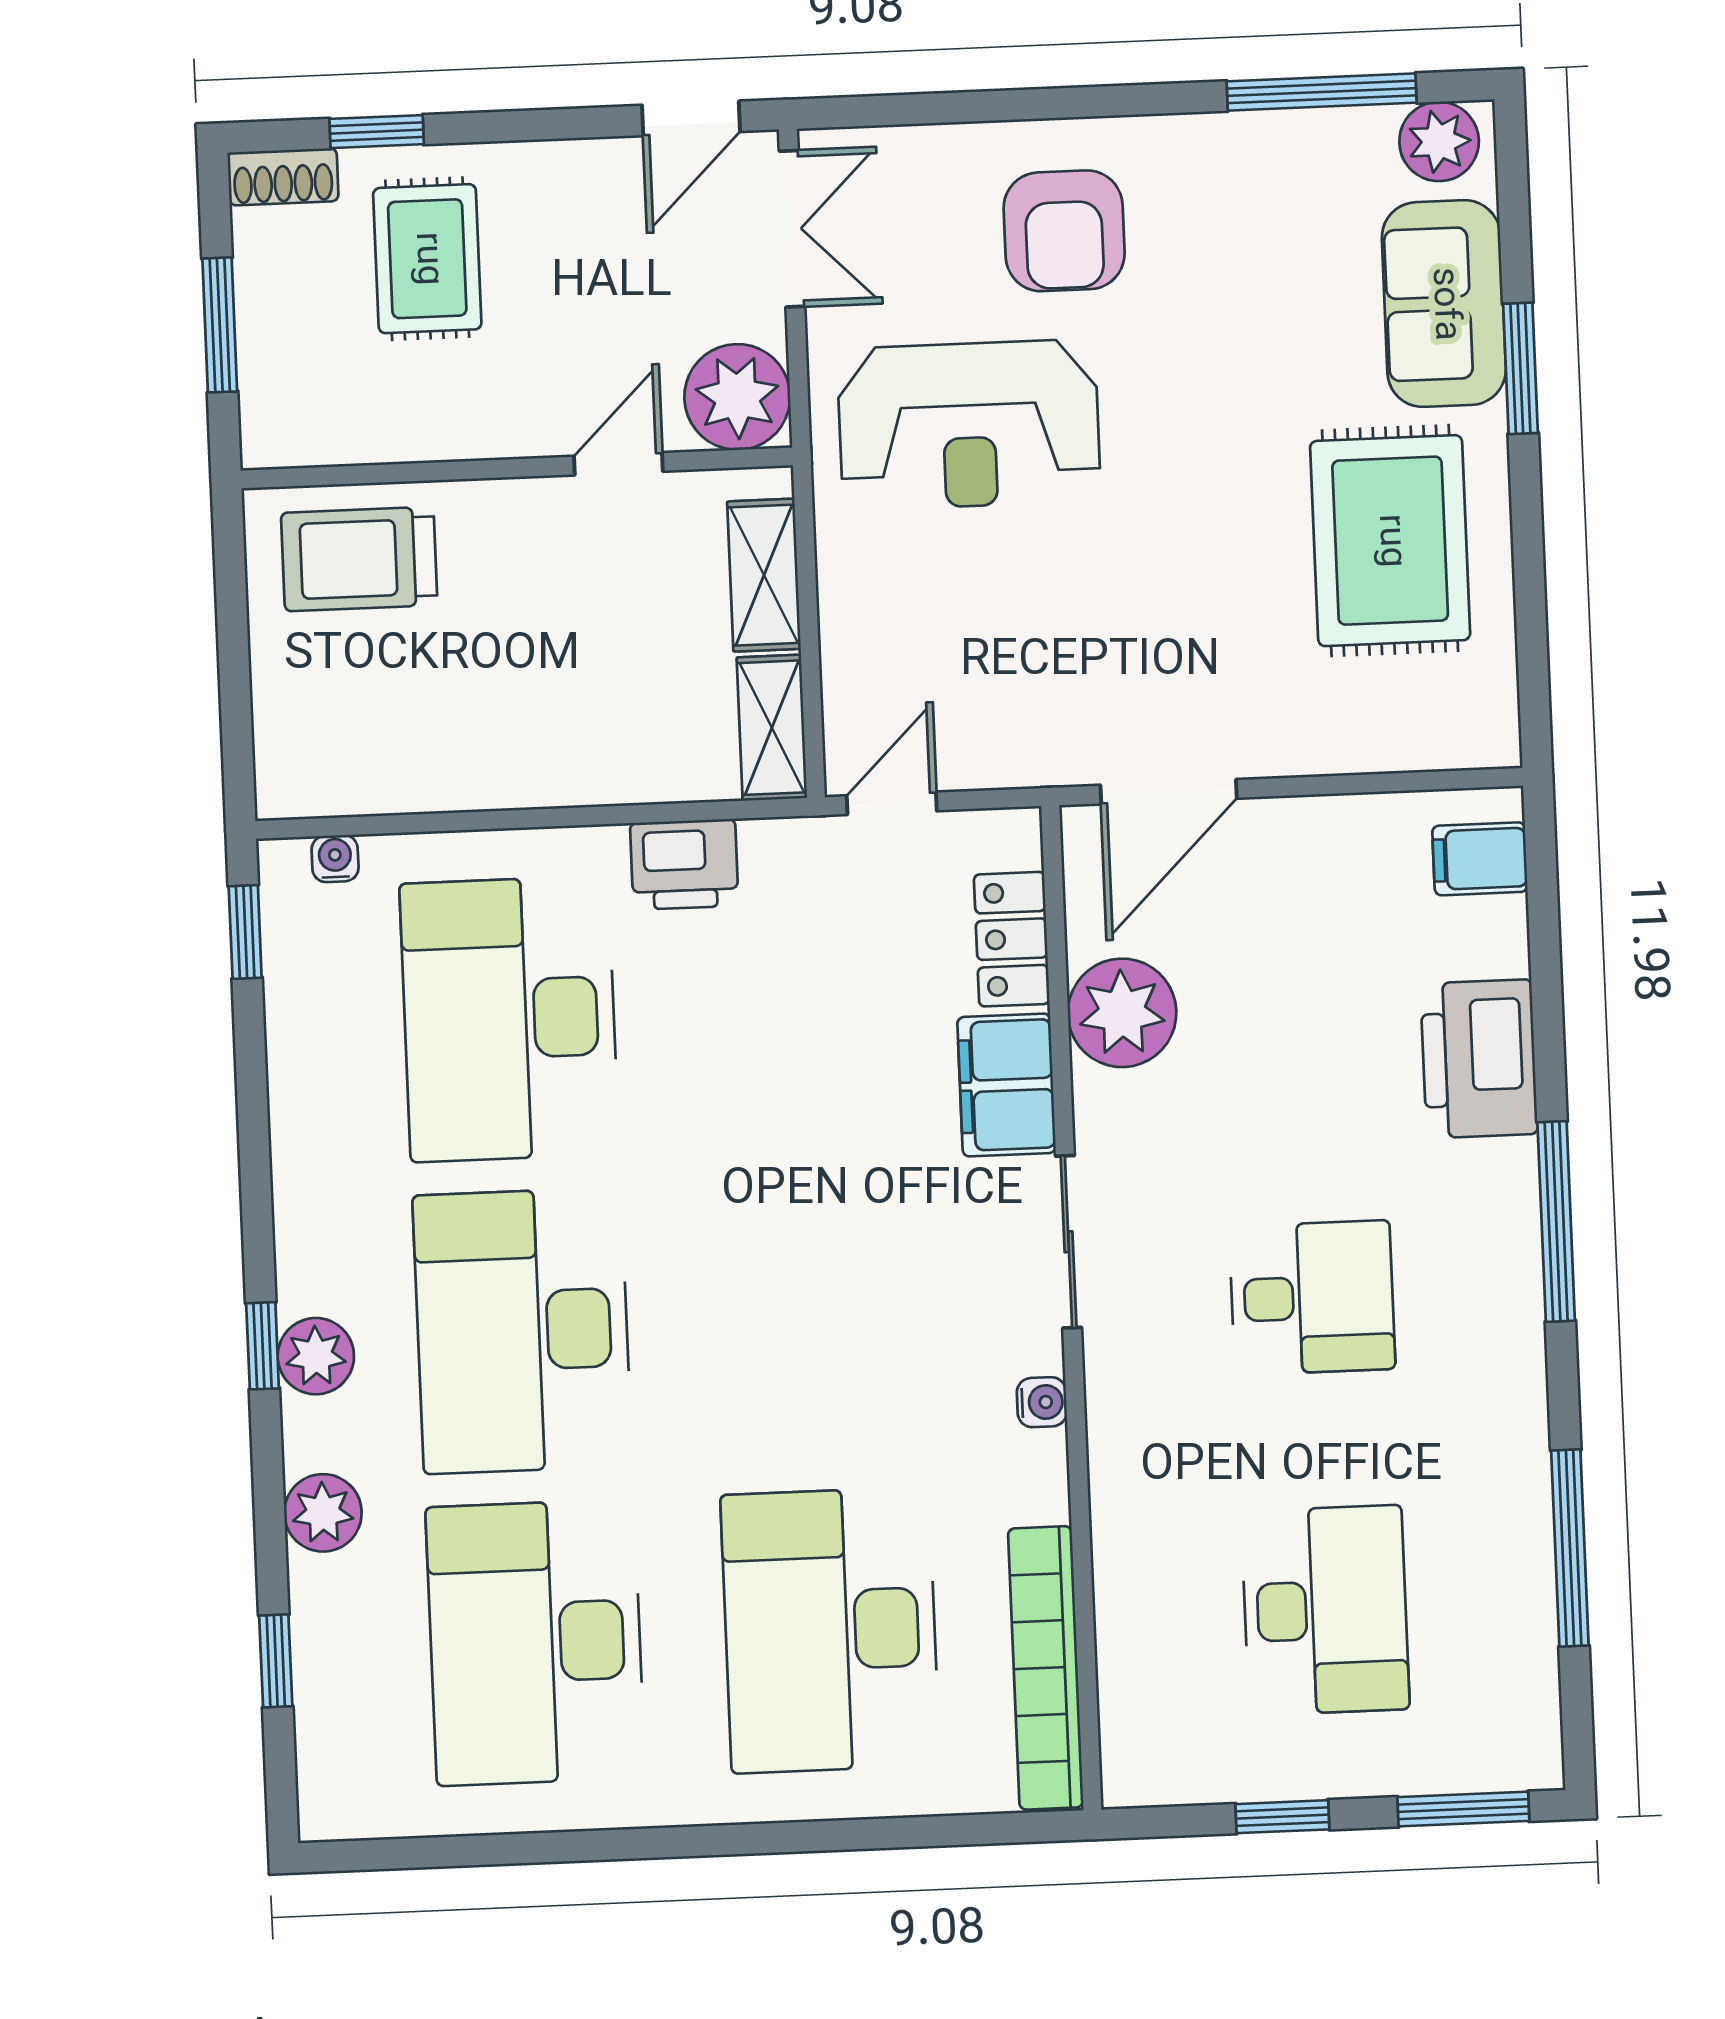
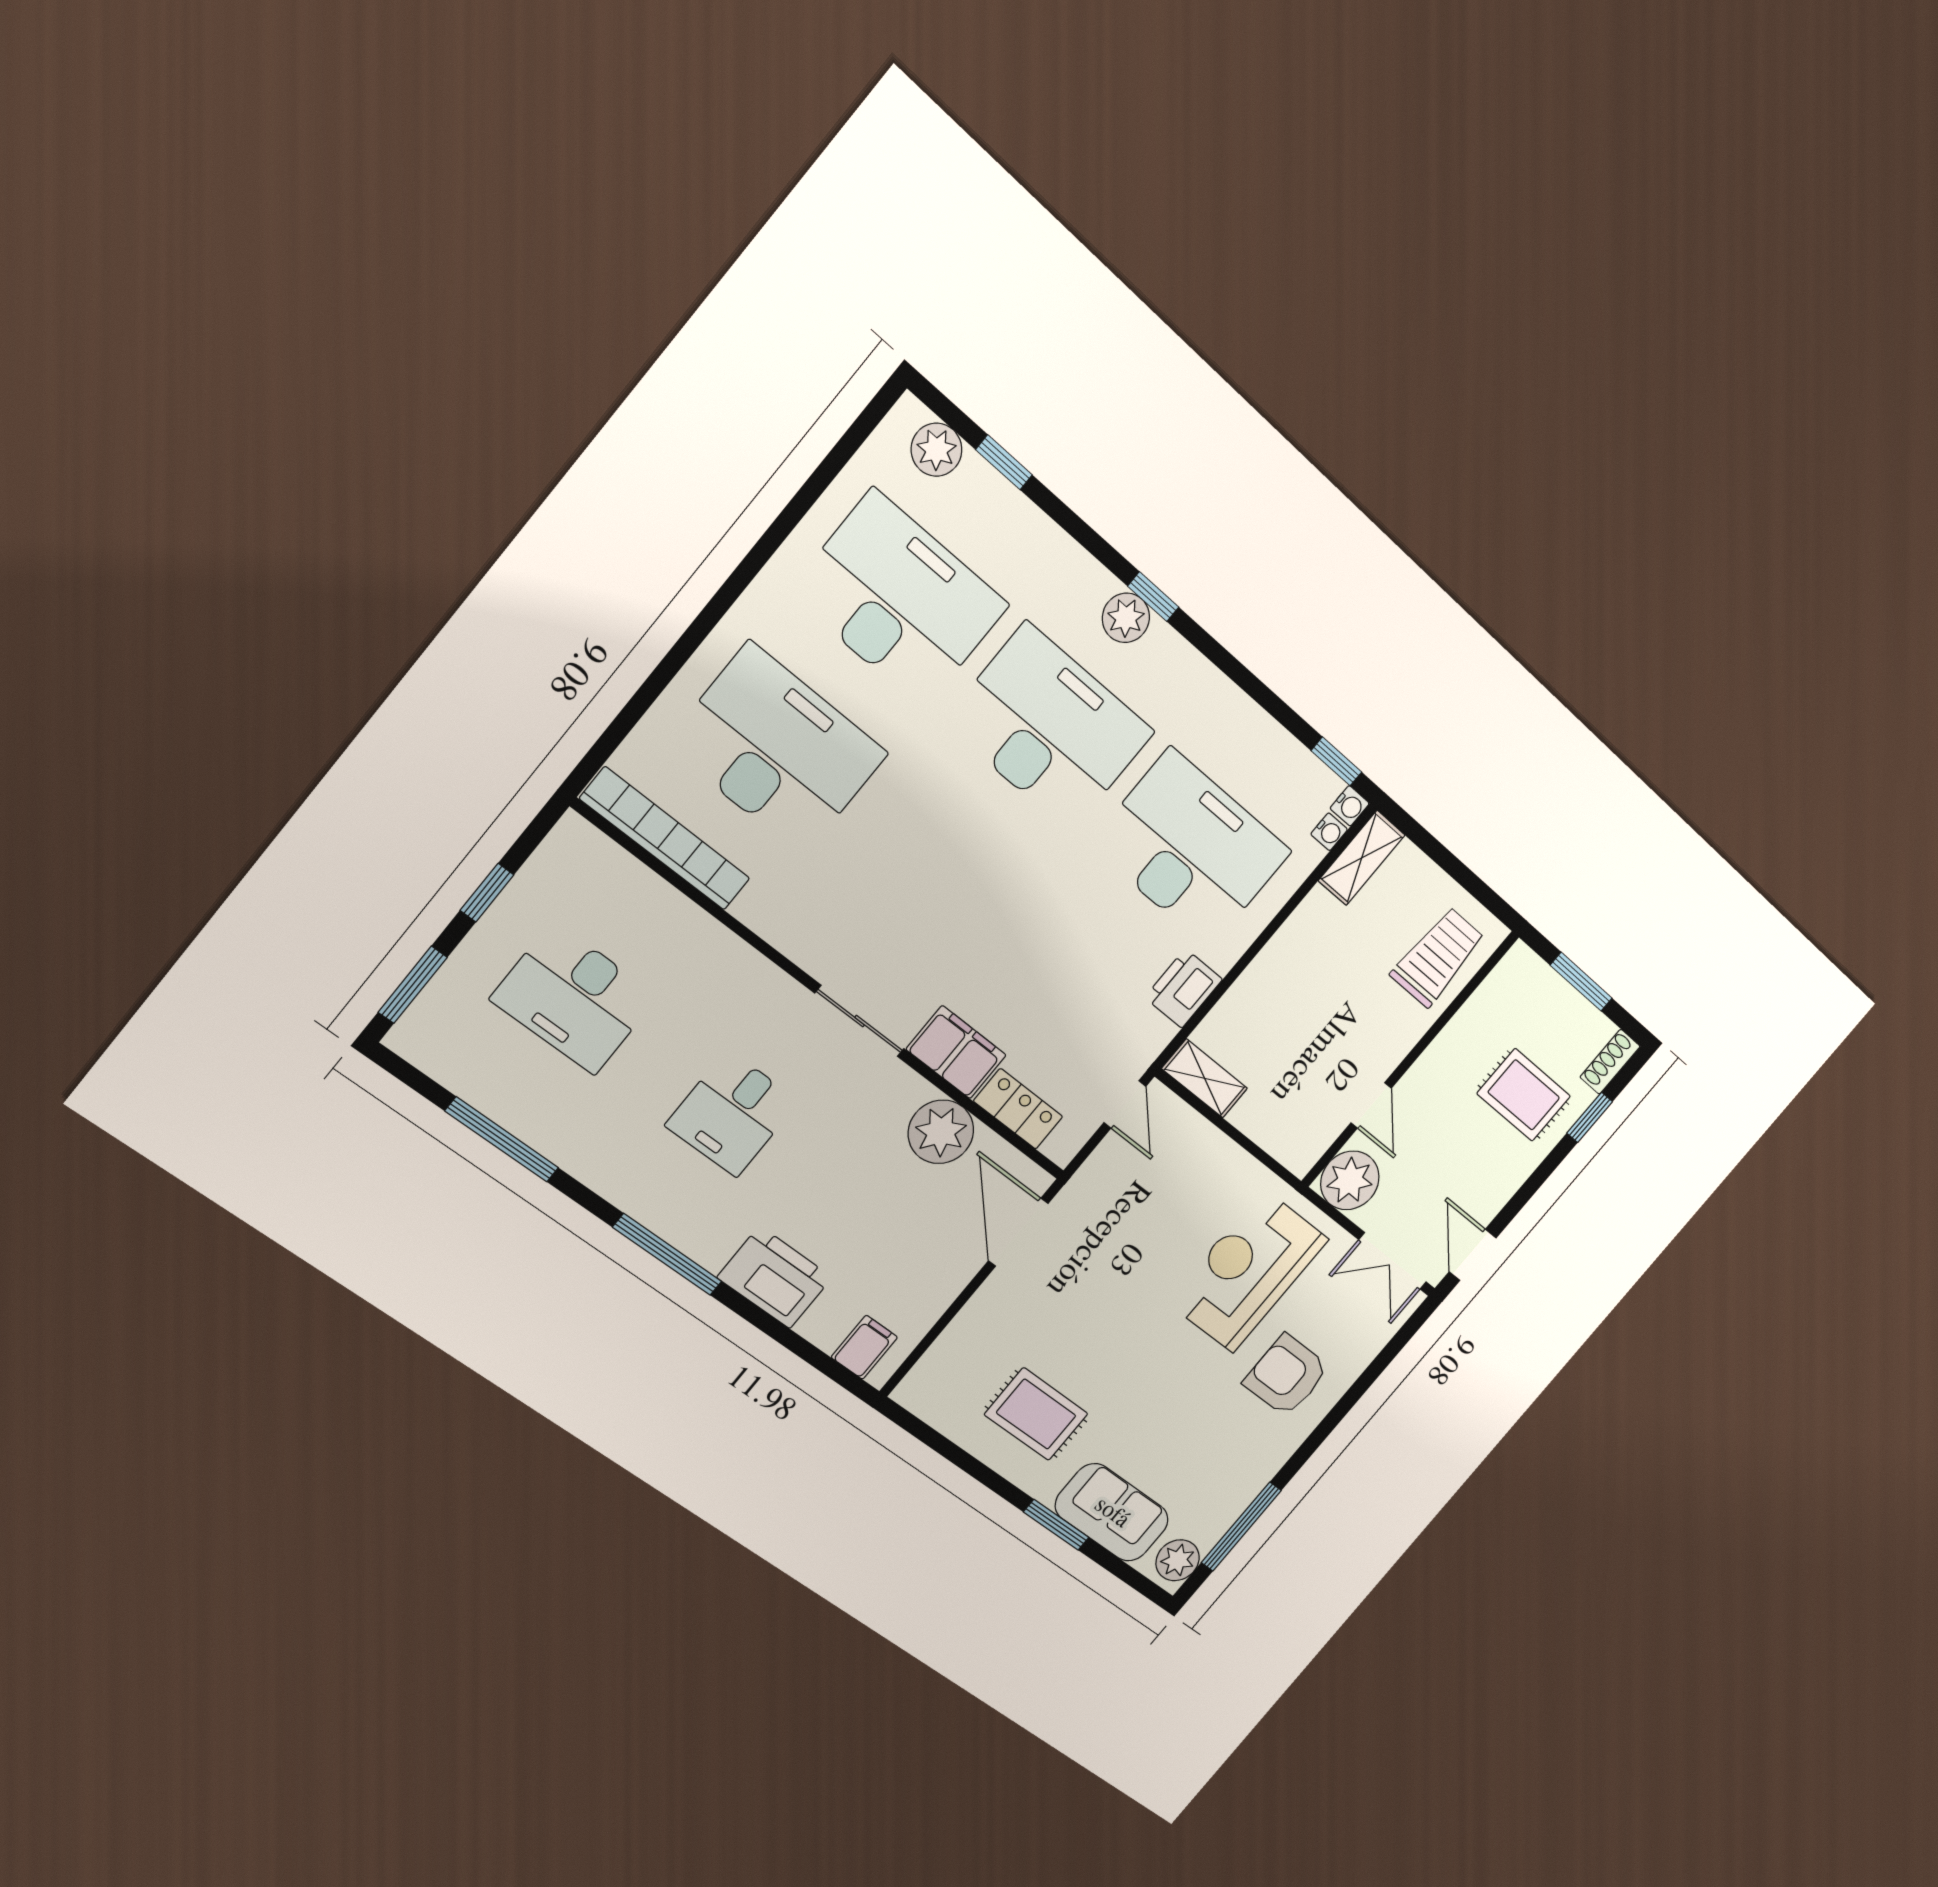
rug: (1390, 541) -> (1036, 1414), width x0.73, depth x0.70
shelving: (764, 575) -> (1362, 858), moved, turned 90
water cooler: (1042, 1402) -> (1350, 806), moved, turned -90
plant: (323, 1513) -> (936, 450), moved

